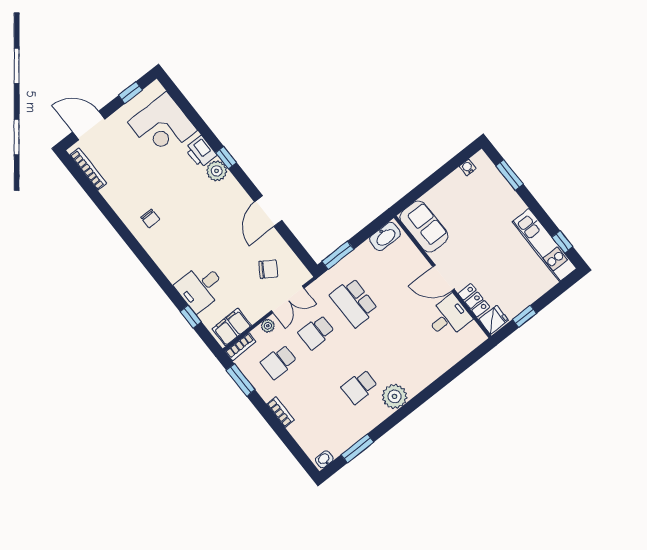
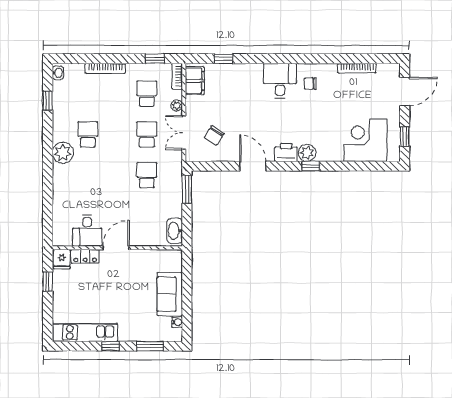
printer: (201, 152) -> (286, 152), moved
bookcase: (88, 169) -> (357, 68), moved
sofa: (424, 227) -> (170, 294), moved, turned 90
window: (562, 242) -> (110, 346), moved
desk: (201, 287) -> (280, 81), moved
school desk: (354, 302) -> (147, 175), width x0.54
window: (241, 380) -> (155, 59), width x0.67
bookcase: (280, 412) -> (105, 68), width x1.56
window: (357, 448) -> (48, 101), width x0.67

